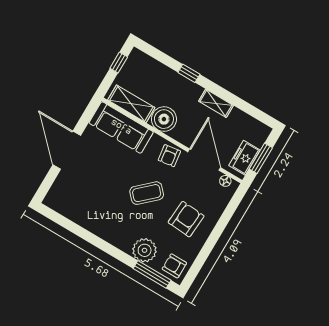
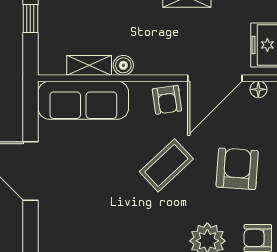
shelving: (131, 104) -> (89, 65), width x0.67, depth x0.75
boiler: (164, 119) -> (123, 65), width x0.54, depth x0.54
door: (204, 160) -> (215, 78), swing flipped

